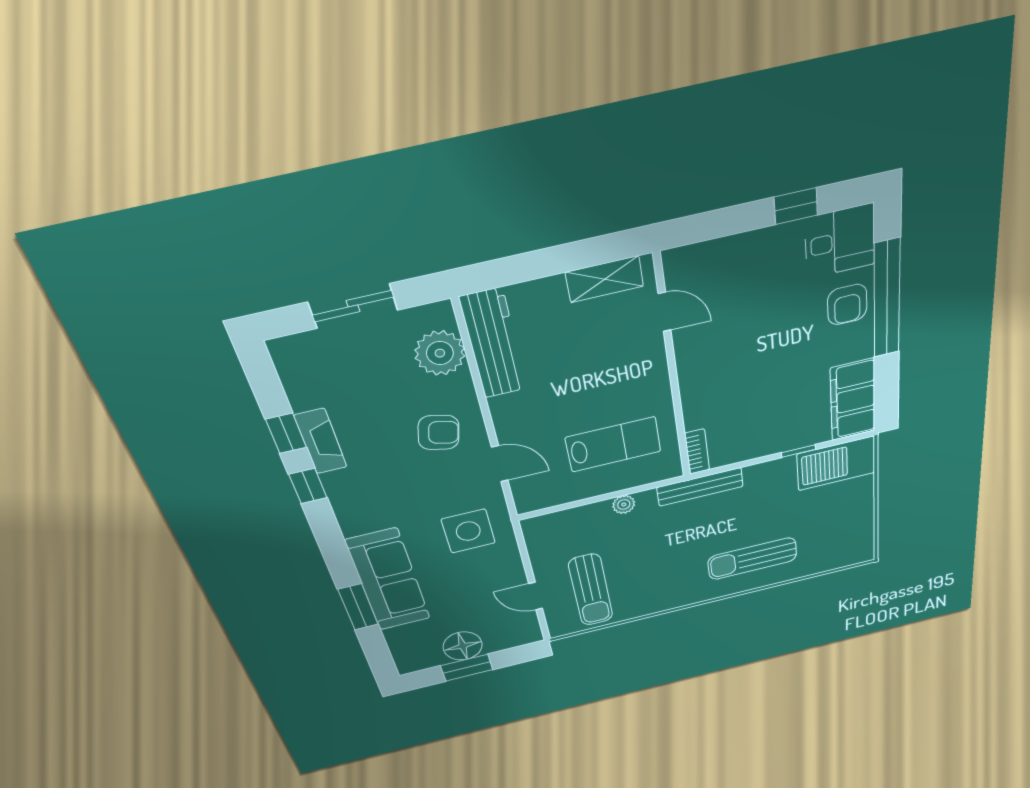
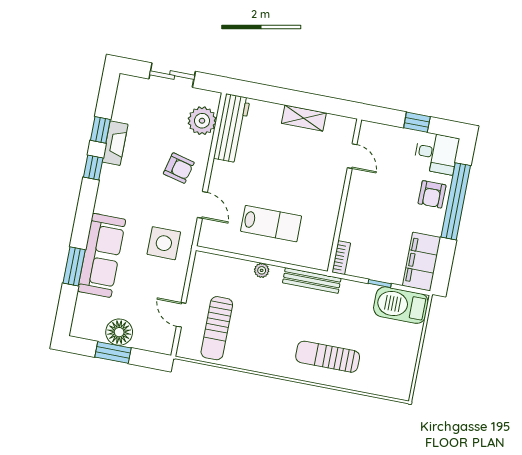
door: (664, 312) -> (352, 156), moved
wall: (673, 372) -> (345, 196), moved
bookcase: (697, 452) -> (341, 258), moved

